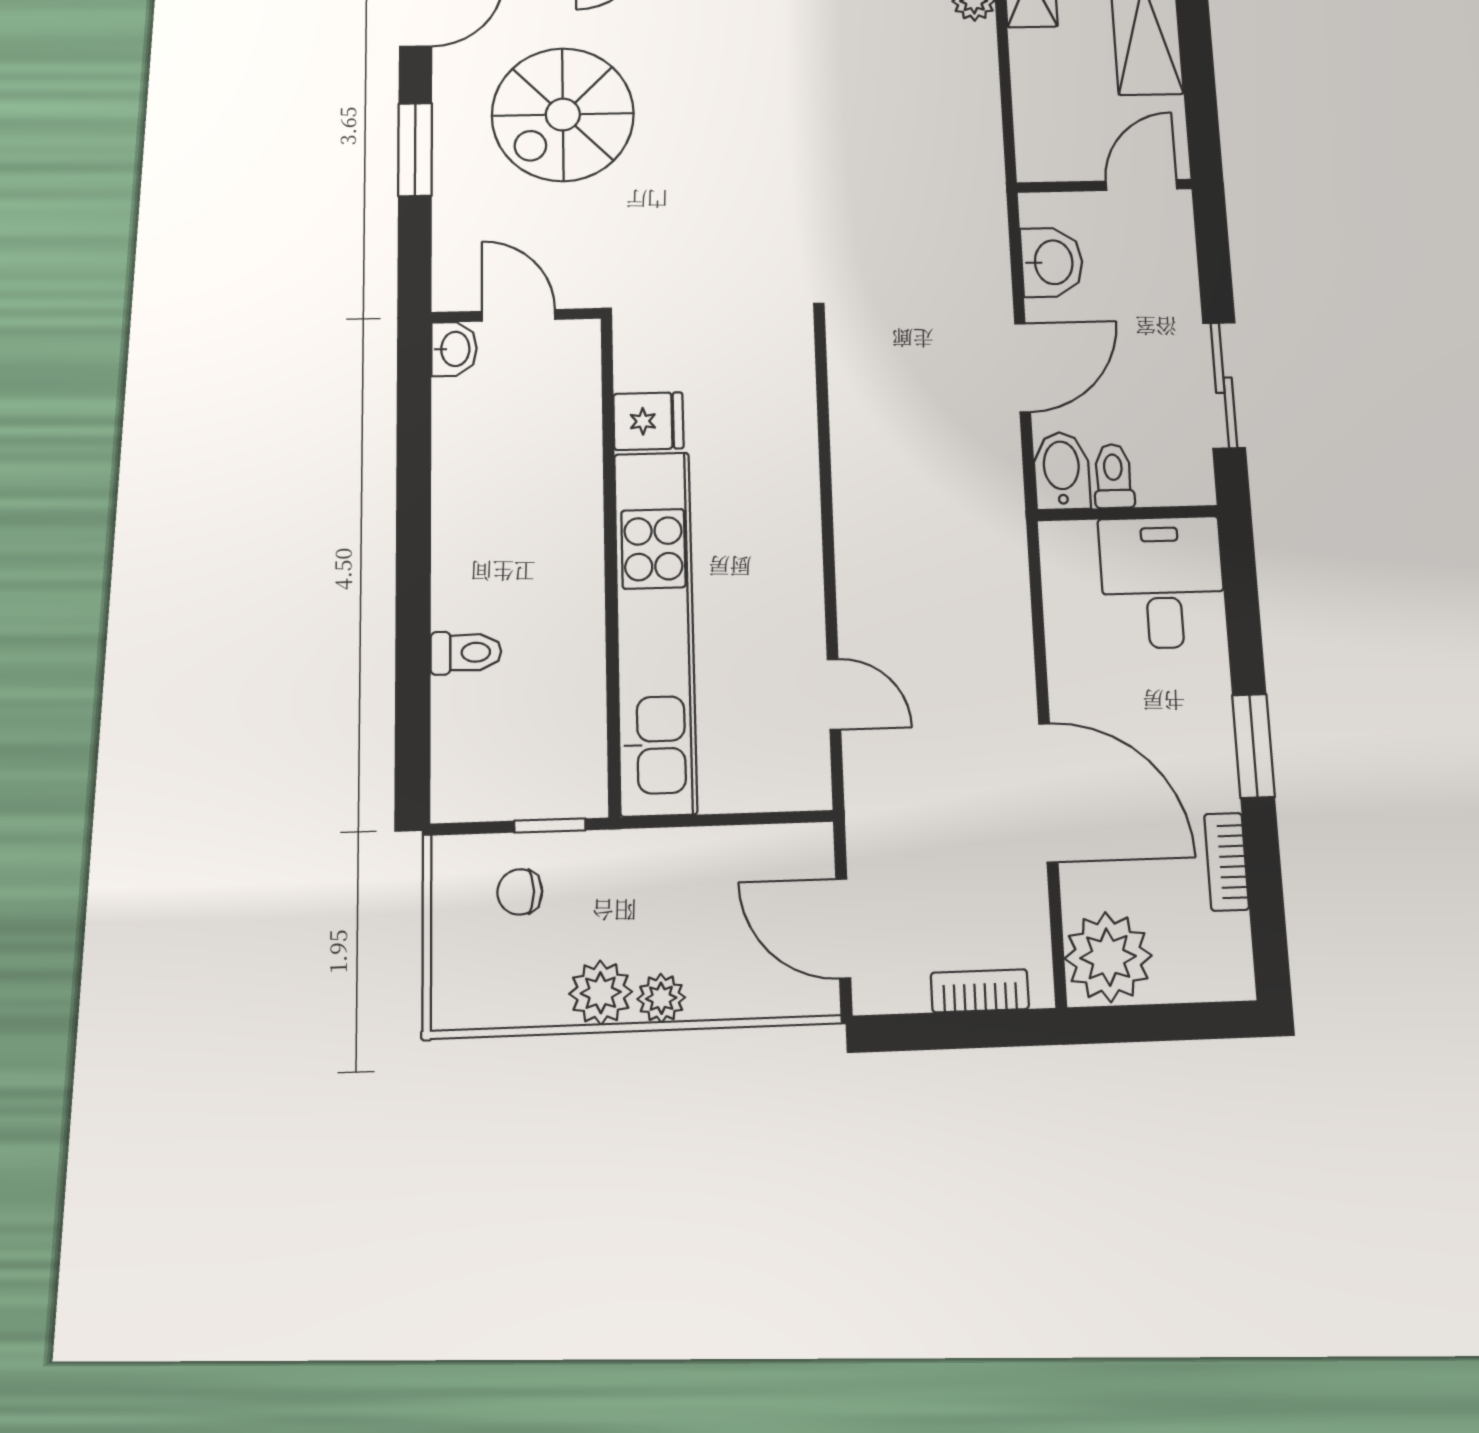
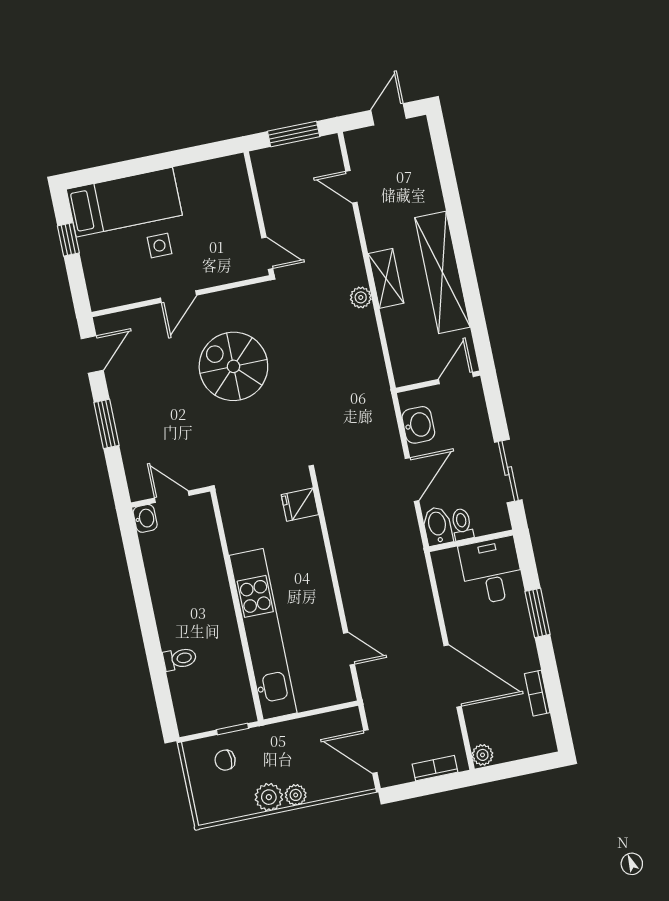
spiral stairs: (563, 115) -> (233, 366), moved, turned 90
fridge: (648, 421) -> (300, 505), moved, turned 180
window: (1253, 746) -> (538, 613), moved
plant: (1108, 957) -> (483, 755), width x0.53, depth x0.53

